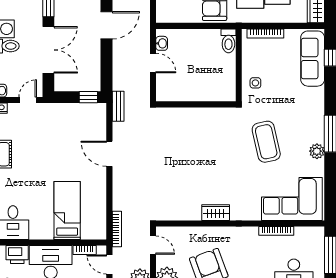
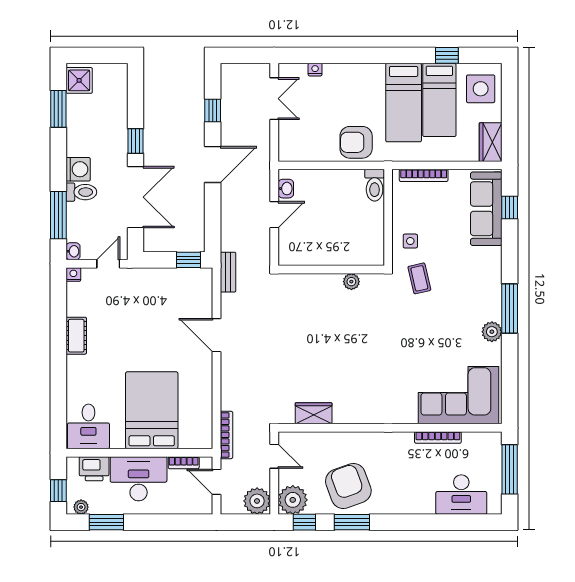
door: (153, 63) -> (274, 215), hinge flipped
plant: (211, 113) -> (351, 282), added
coffee table: (266, 142) -> (419, 278), moved, width x0.54, depth x0.58
bed: (67, 210) -> (152, 410), width x1.50
wardrobe: (216, 213) -> (314, 413), moved

